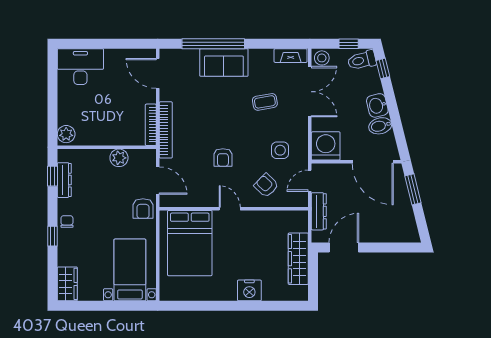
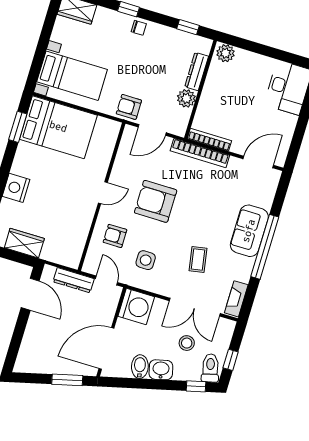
window: (213, 44) -> (265, 247), moved
stool: (322, 58) -> (187, 343), moved
armchair: (223, 157) -> (156, 201), width x1.88, depth x1.88
dresser: (64, 180) -> (197, 72), moved, turned 90
armchair: (266, 185) -> (115, 236), turned -134
bed: (190, 243) -> (58, 127), moved, turned 180
wardrobe: (298, 259) -> (24, 243), width x0.67
window: (192, 306) -> (18, 127), added

